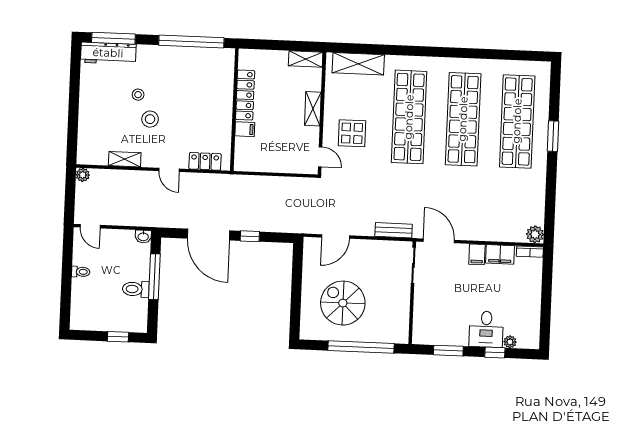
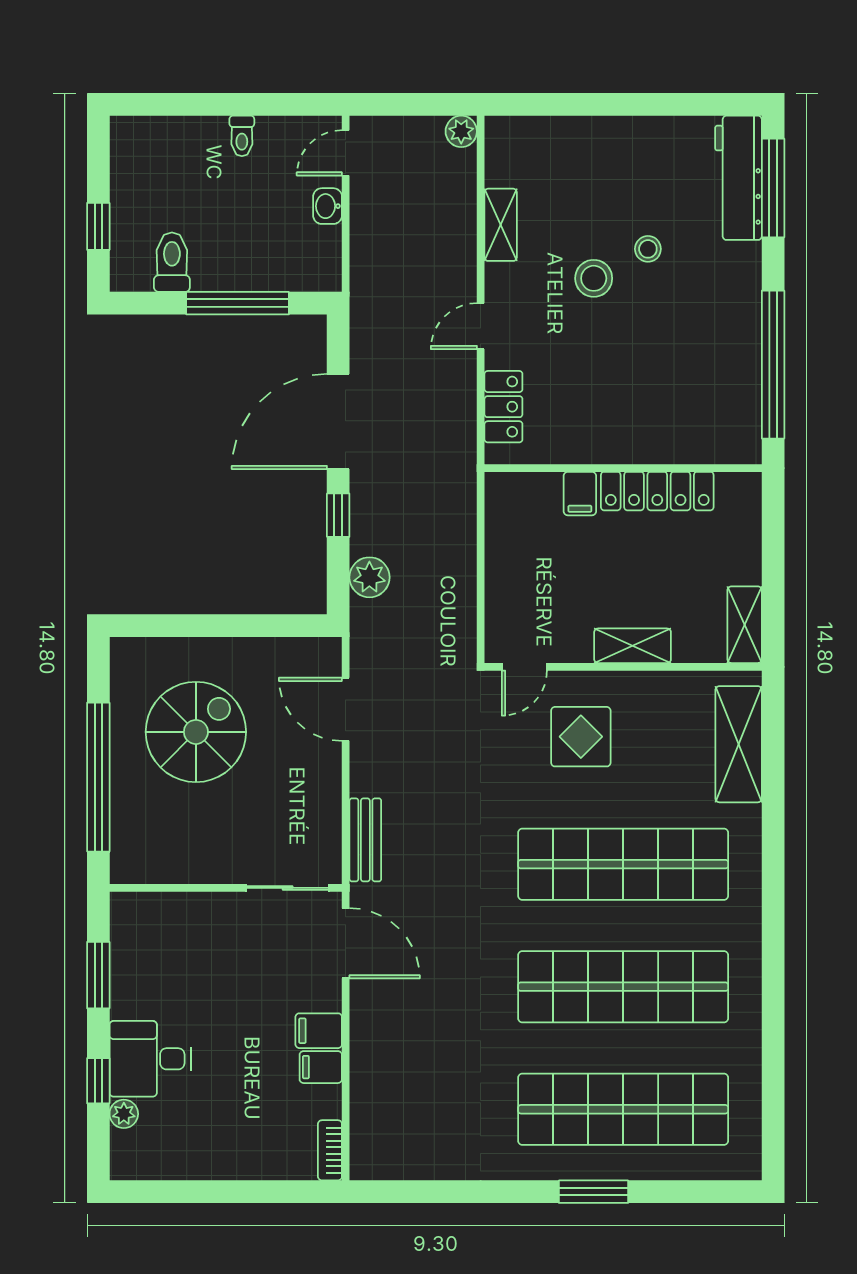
plant: (535, 234) -> (369, 577), moved
washbasin: (143, 236) -> (328, 206), moved
door: (439, 241) -> (346, 943), hinge flipped
filing cabinet: (500, 254) -> (321, 1067), width x0.50
toilet: (136, 289) -> (172, 262), moved

